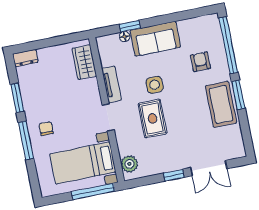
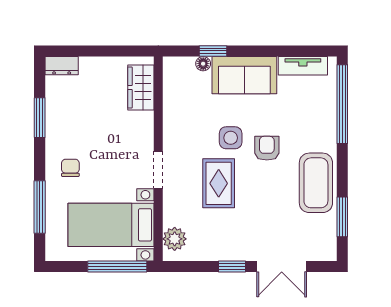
armchair: (200, 62) -> (267, 148), moved
tv unit: (112, 84) -> (303, 66), moved, turned 90
window: (238, 95) -> (342, 217), moved
window: (26, 140) -> (40, 207), moved

